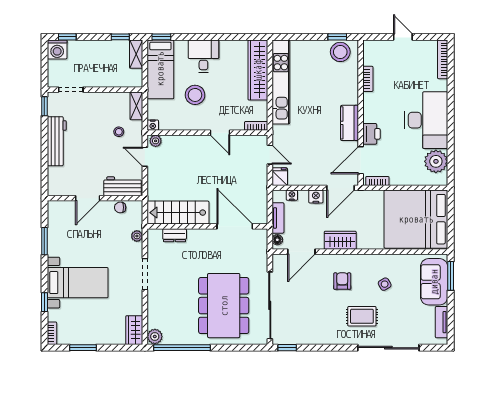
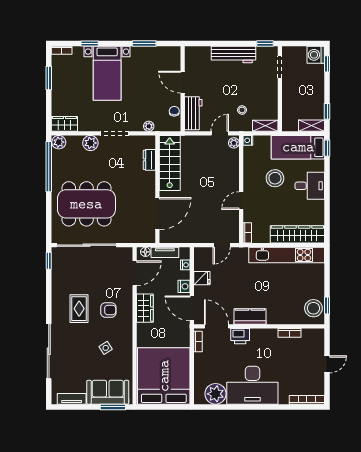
fridge: (280, 177) -> (202, 278), moved
door: (301, 252) -> (135, 273), swing flipped
plant: (156, 301) -> (90, 143), added
rug: (362, 316) -> (79, 309), moved

